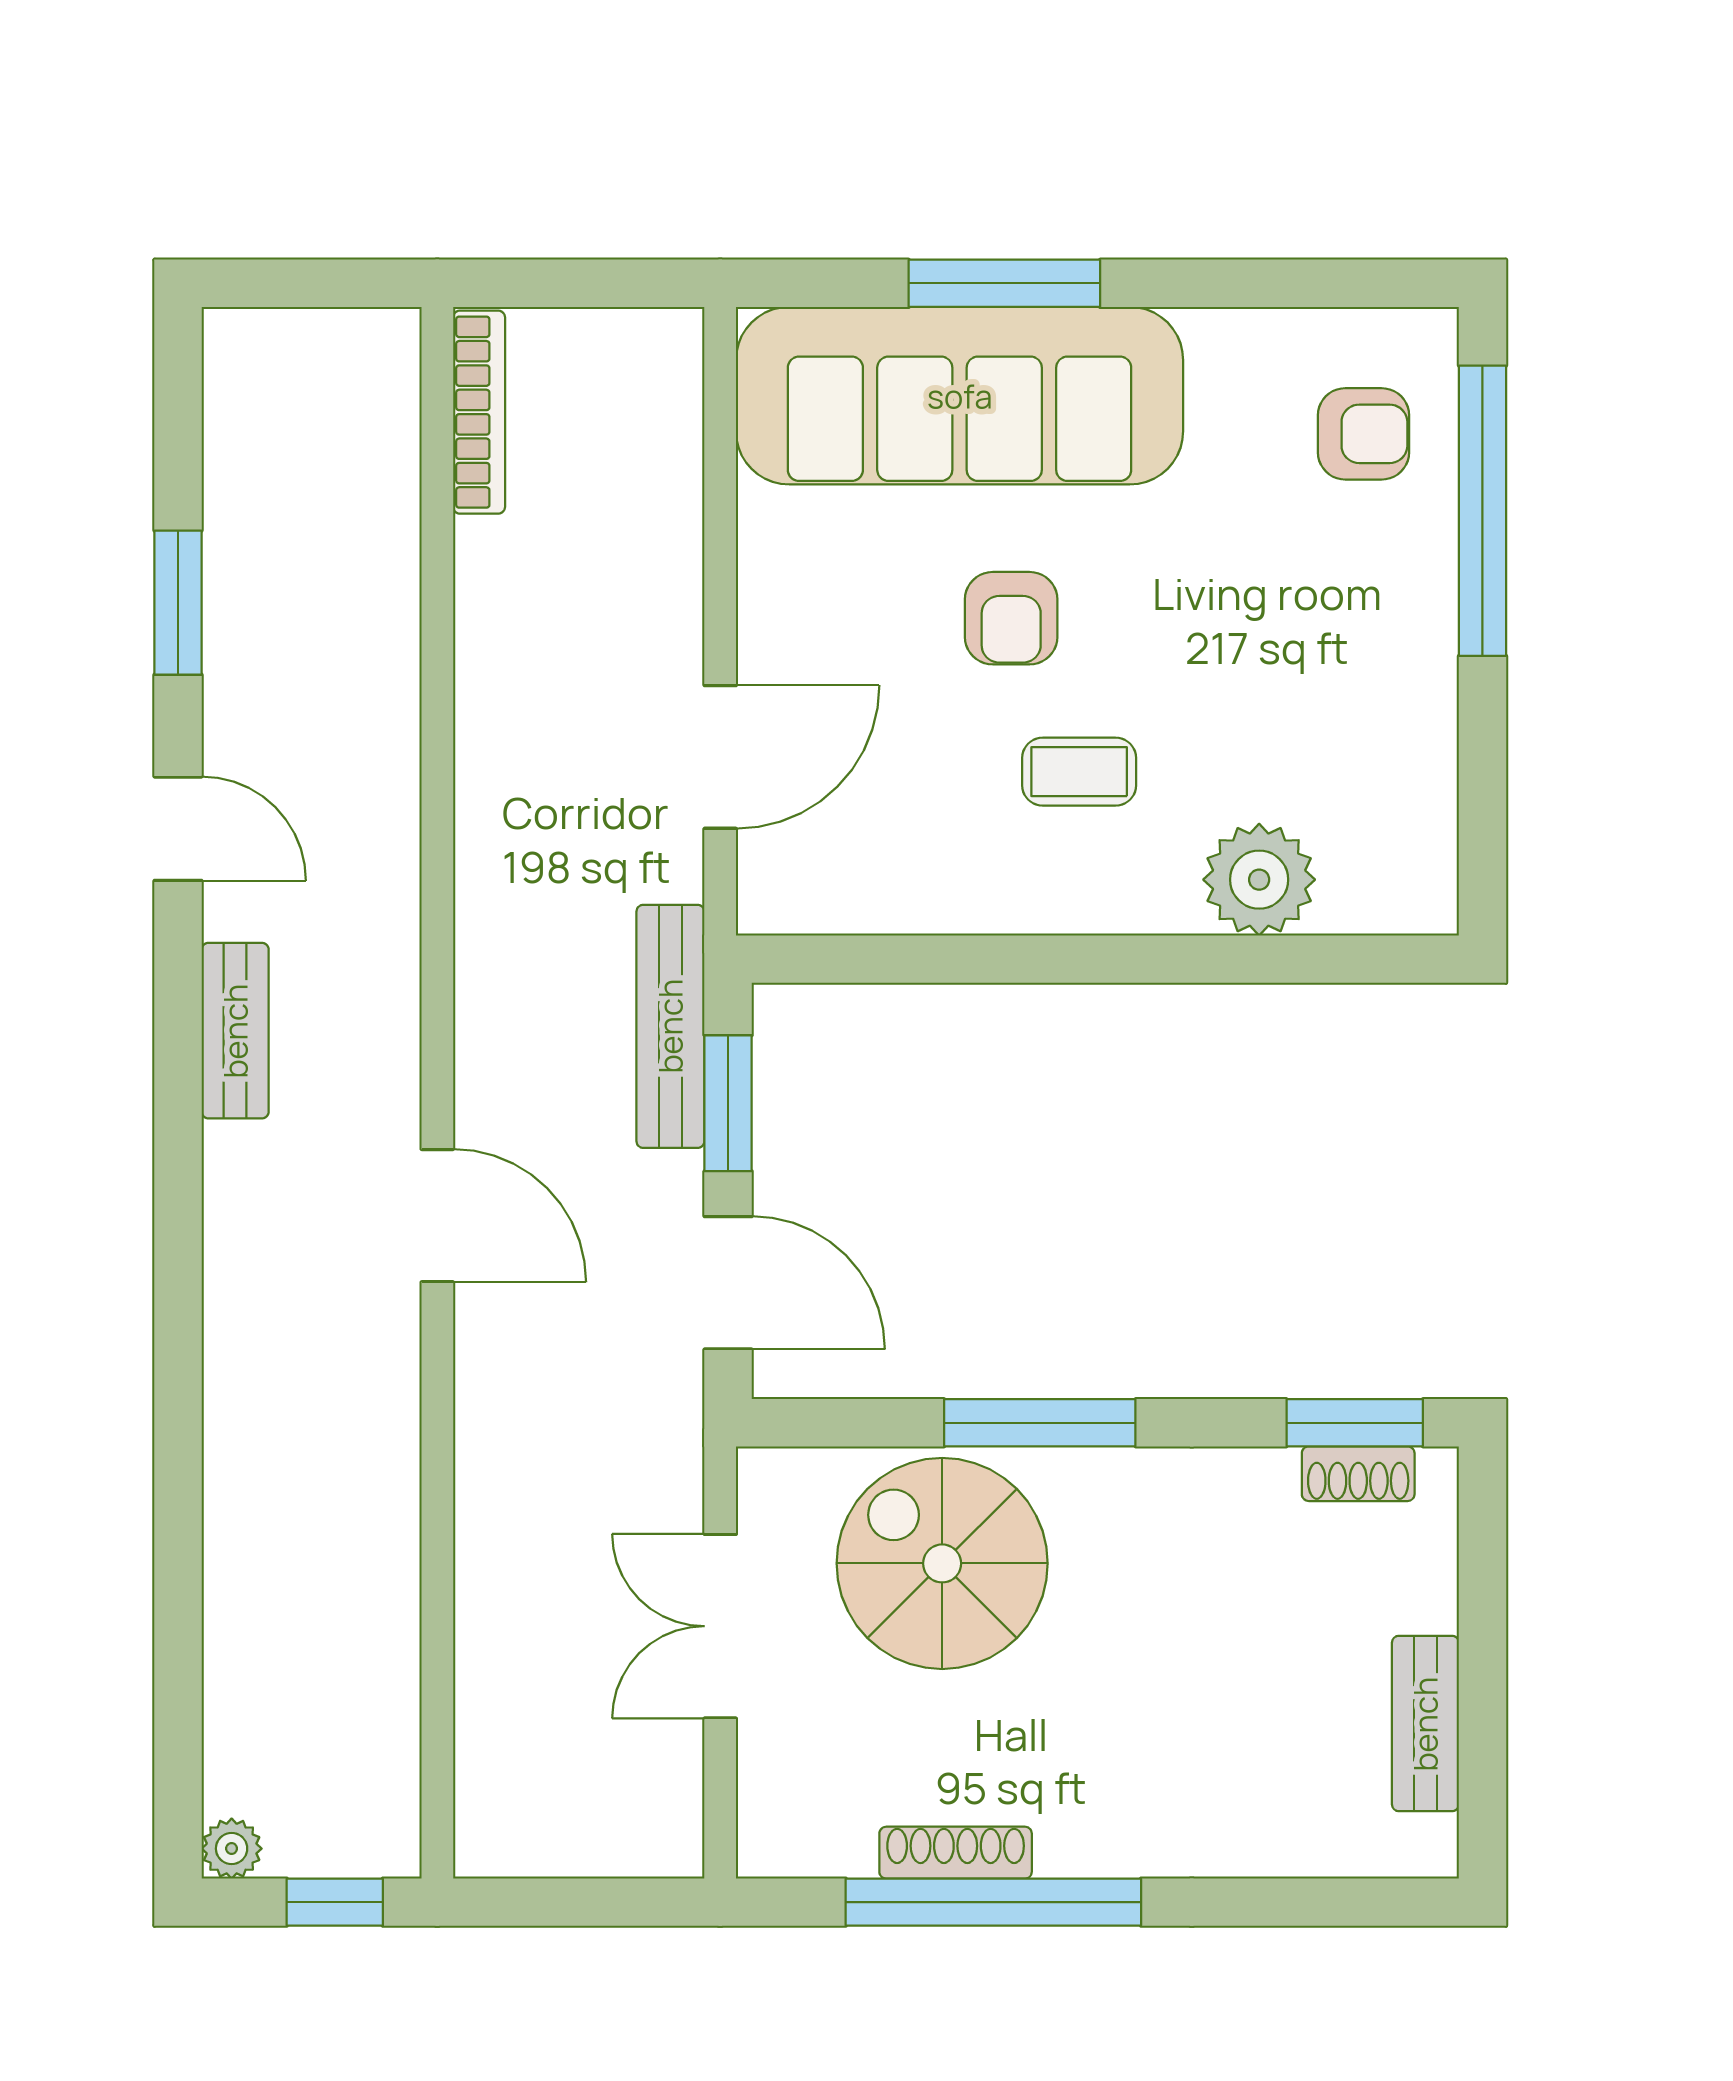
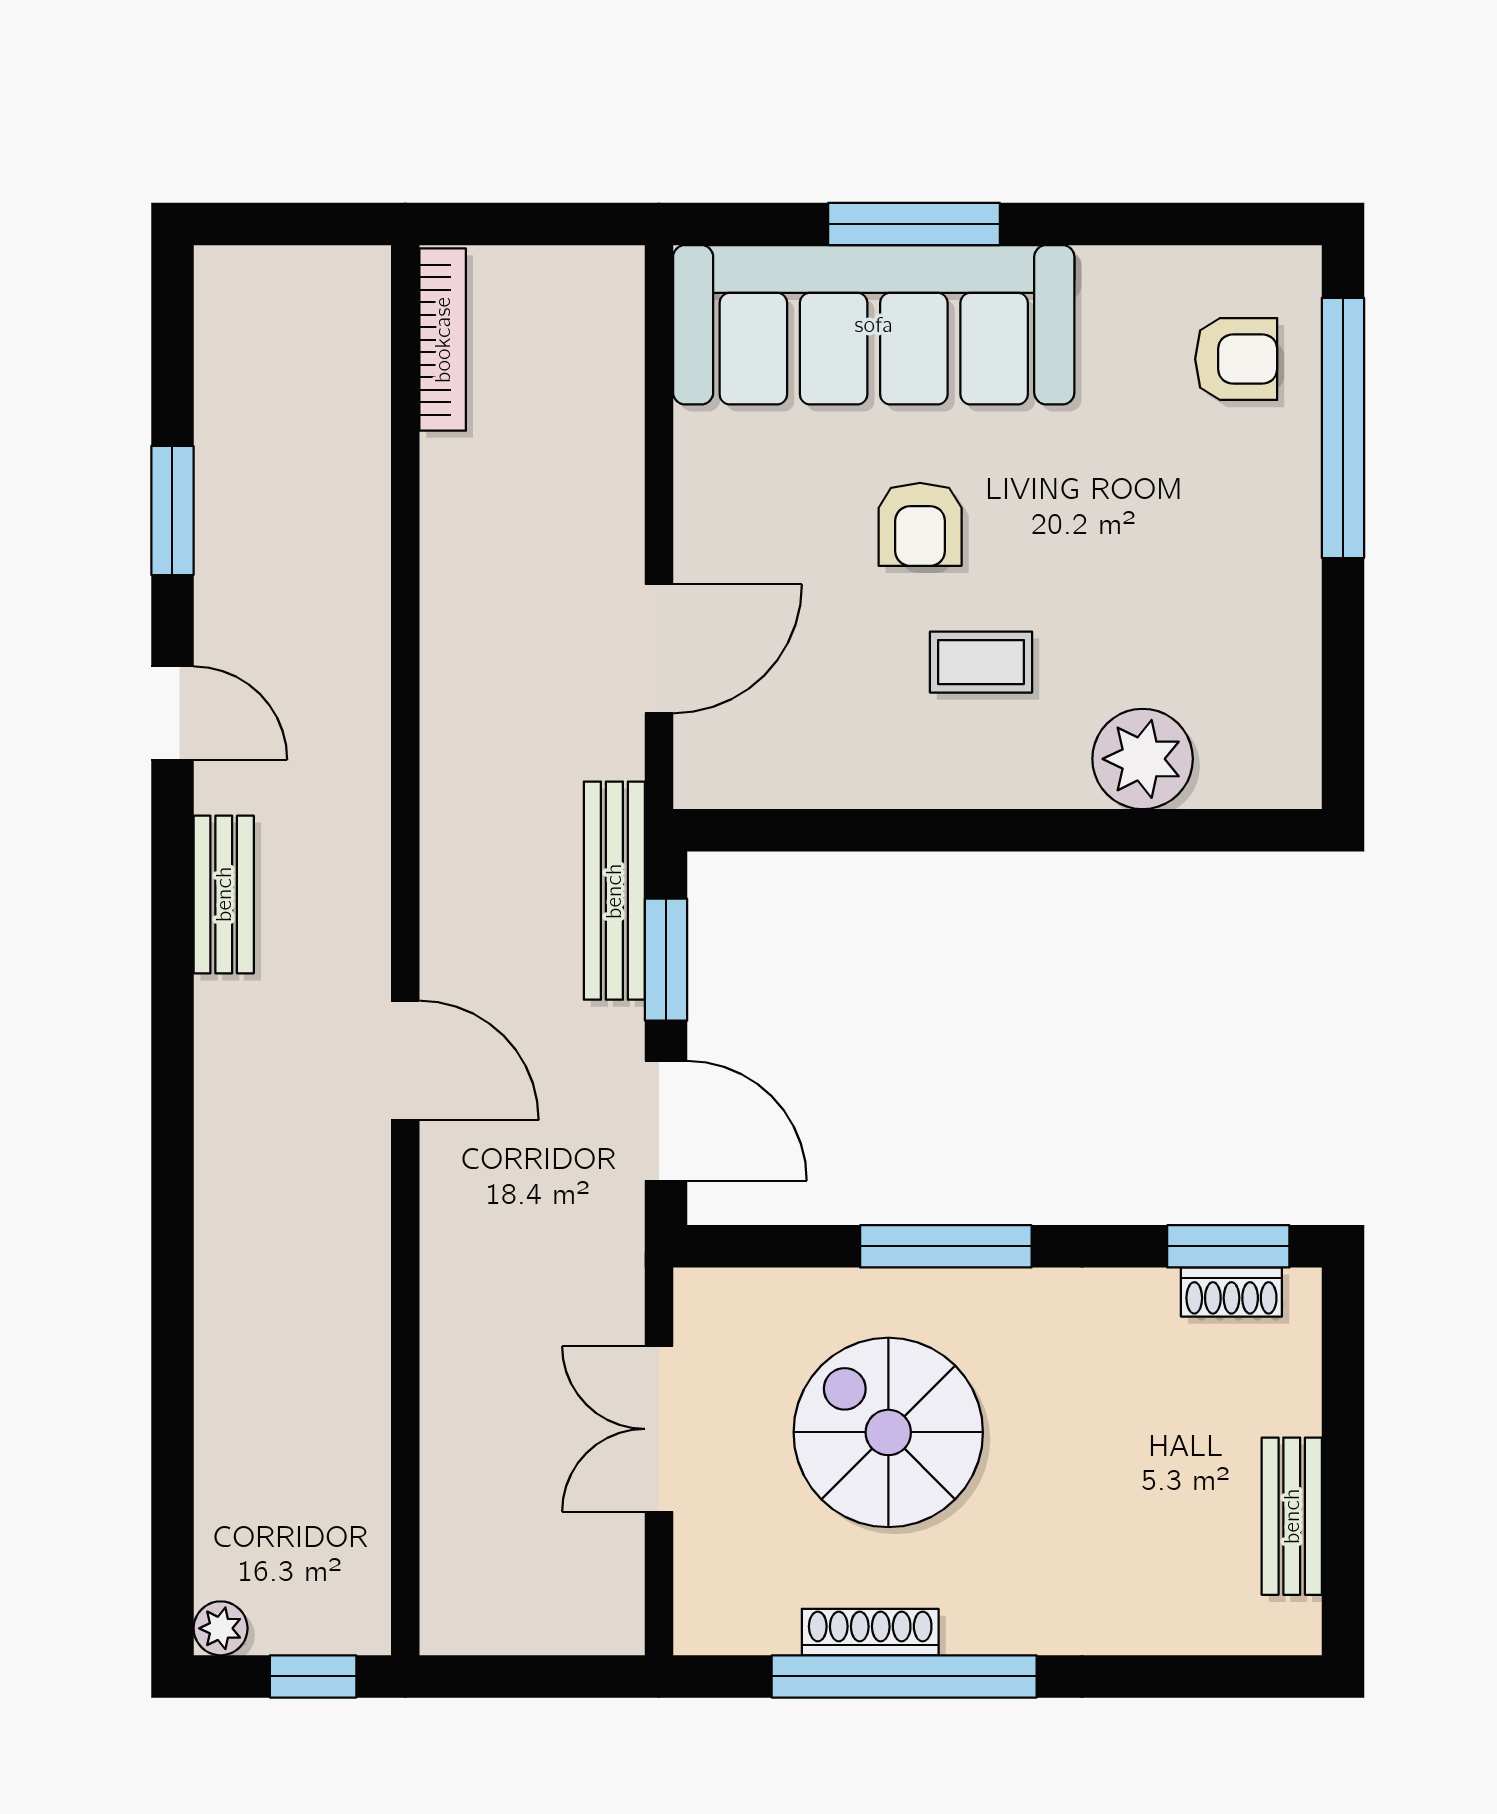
spiral stairs: (942, 1563) -> (888, 1432), moved

